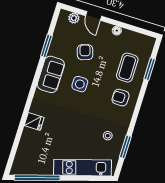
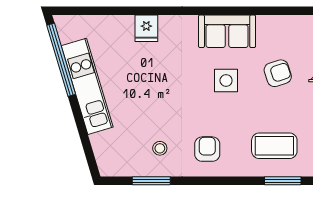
window: (46, 46) -> (269, 11), removed
armchair: (121, 98) -> (207, 149), moved
kitchen unit: (83, 168) -> (87, 86), moved

